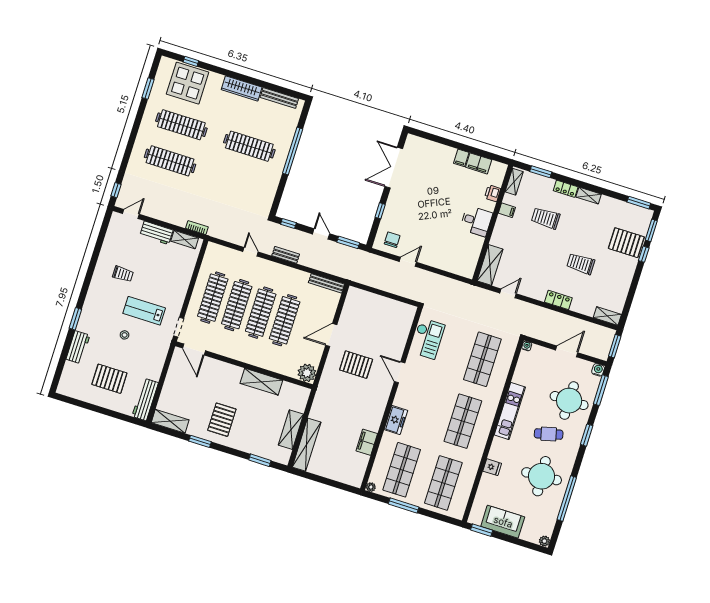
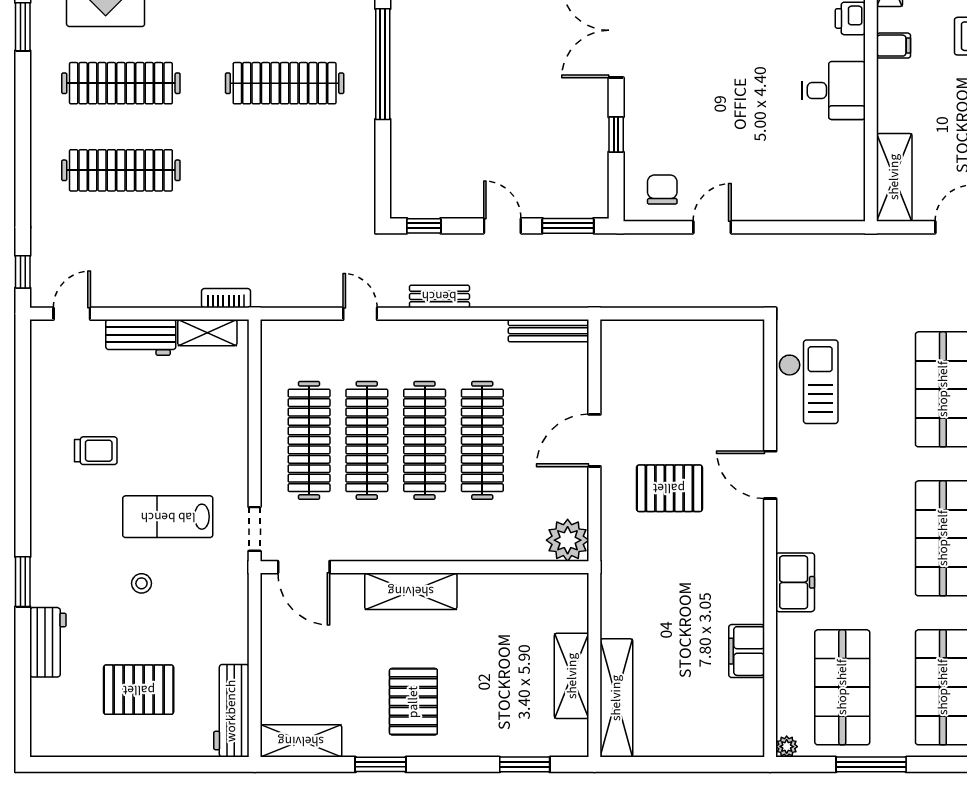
shelving: (261, 382) -> (411, 591), moved

